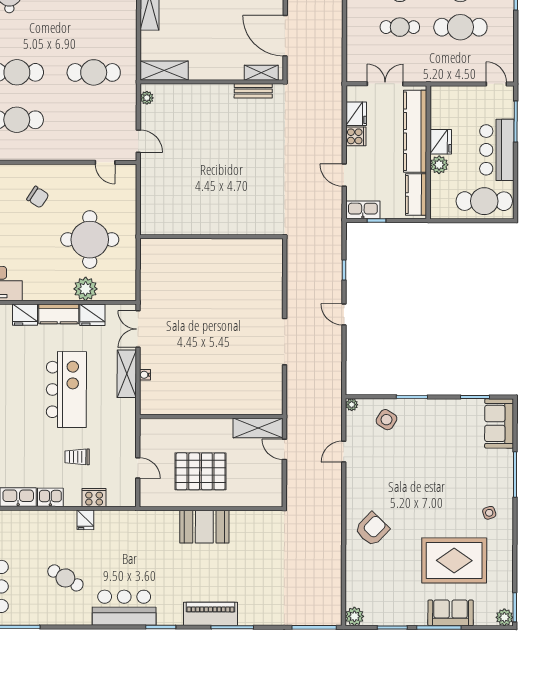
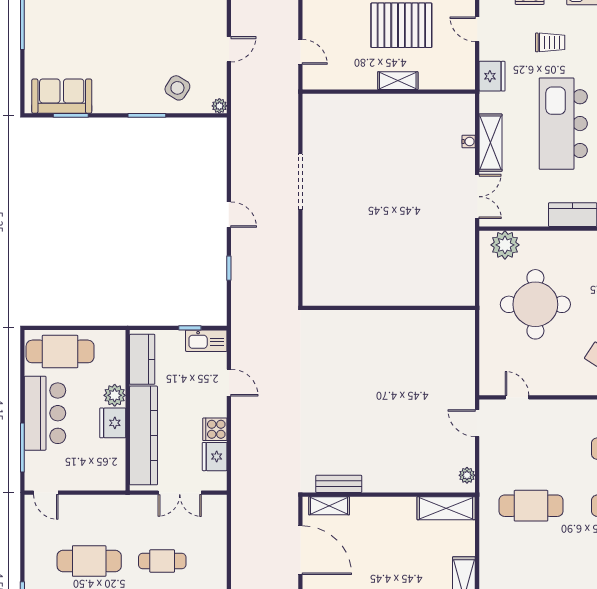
plant: (86, 289) -> (505, 245), moved
fridge: (92, 315) -> (492, 76), moved, turned 90
sofa: (499, 423) -> (62, 96), moved, turned -90
shelving: (258, 428) -> (398, 81), moved, width x0.67, depth x0.75

